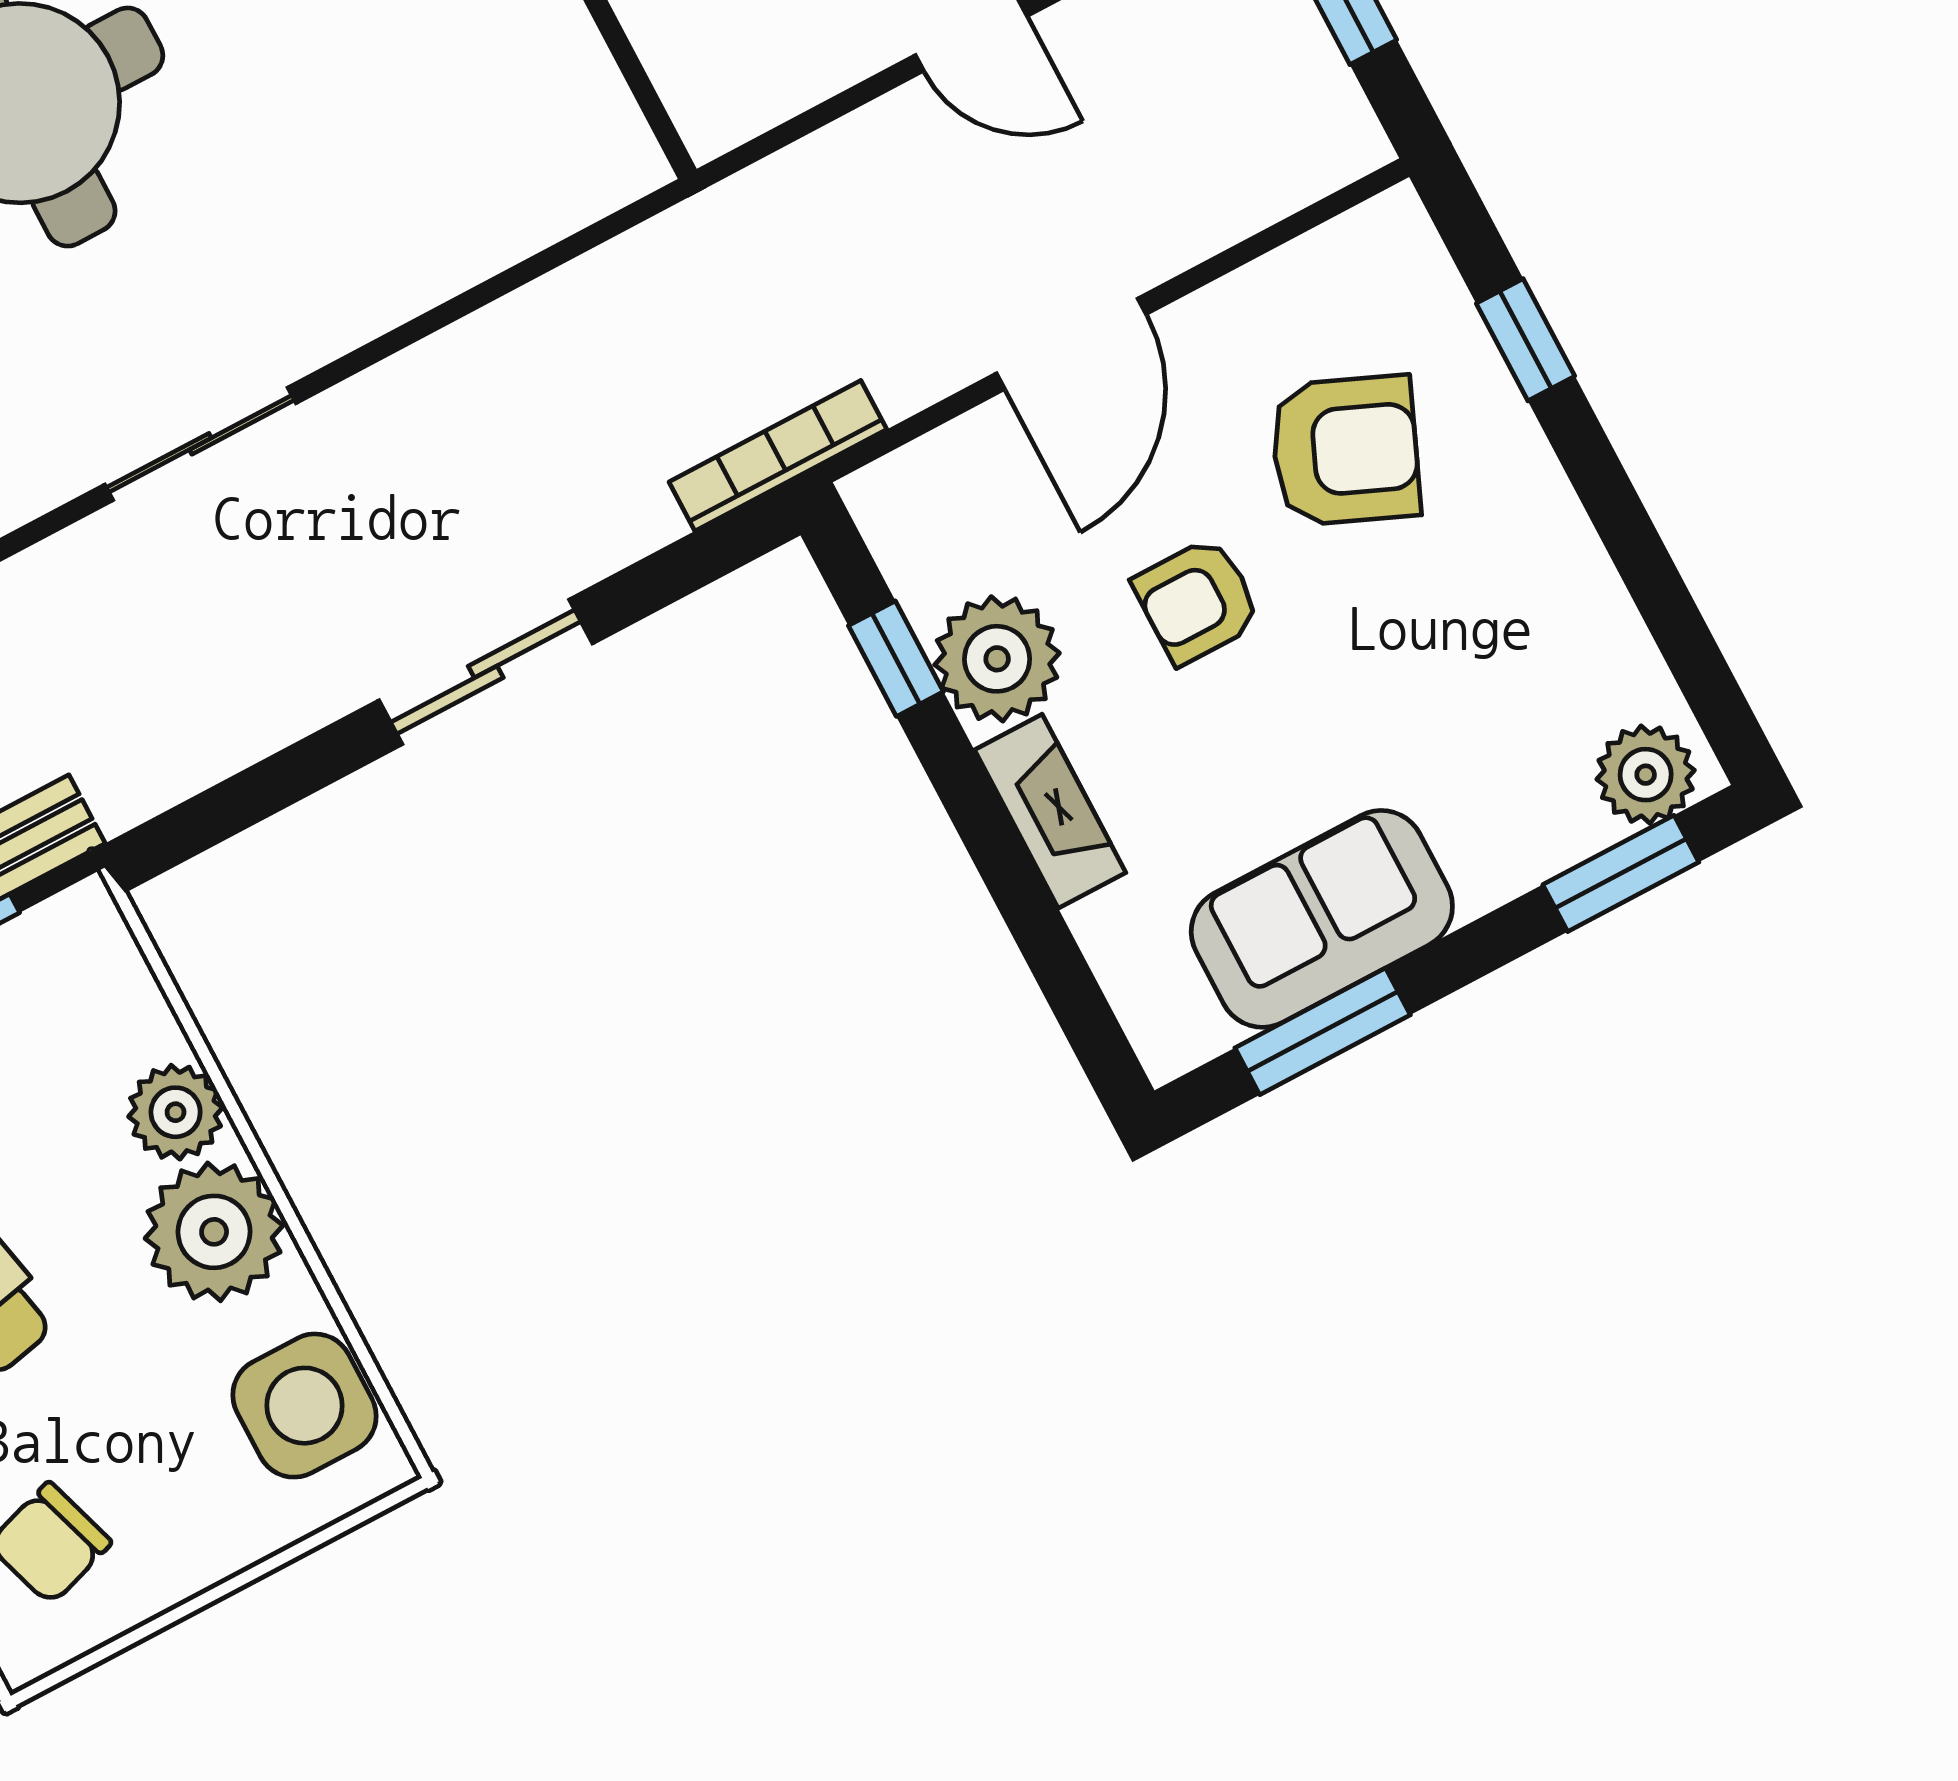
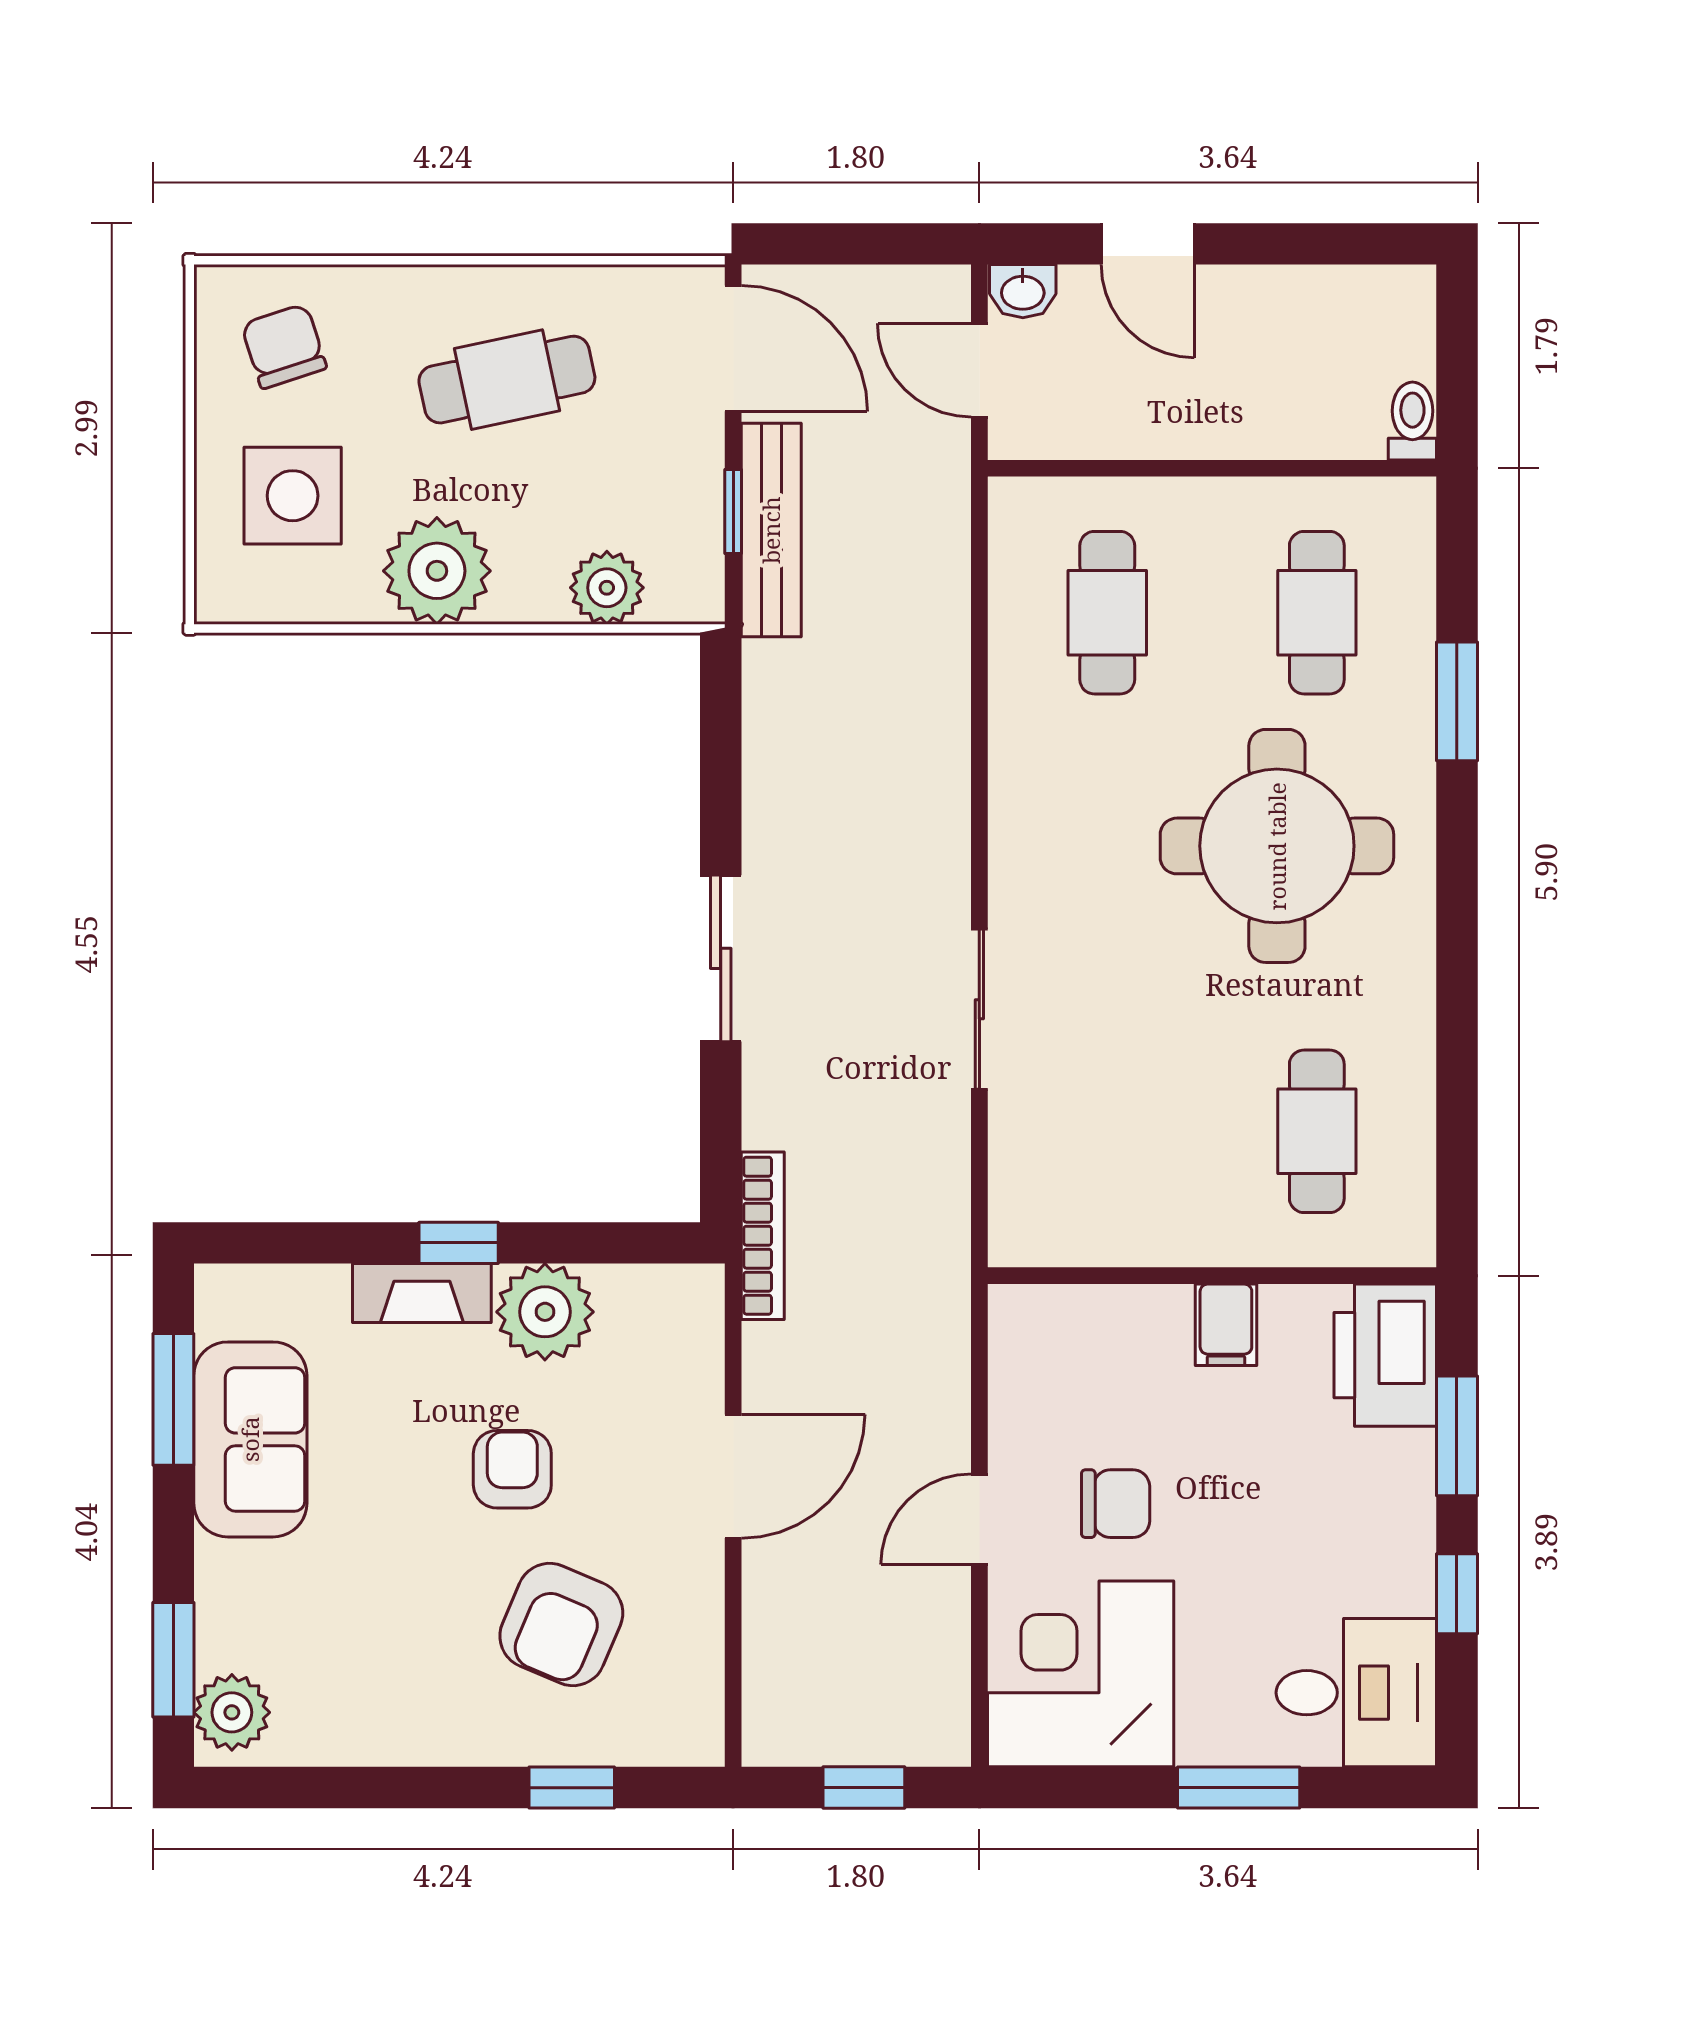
door: (1071, 344) -> (733, 1476), swing flipped
sliding door: (200, 444) -> (979, 1009), moved
window: (896, 659) -> (459, 1243), moved
plant: (176, 1112) -> (607, 588), moved
side table: (305, 1406) -> (293, 496), moved

